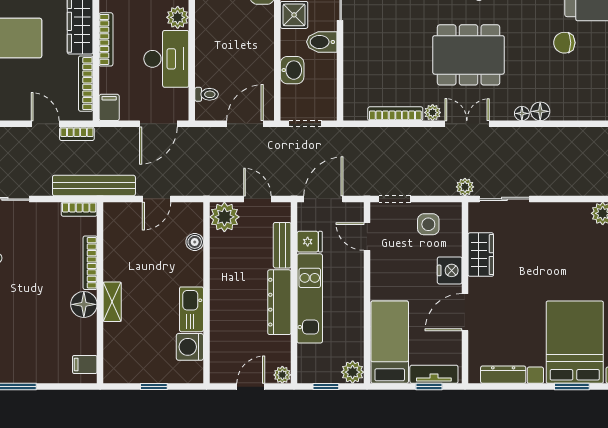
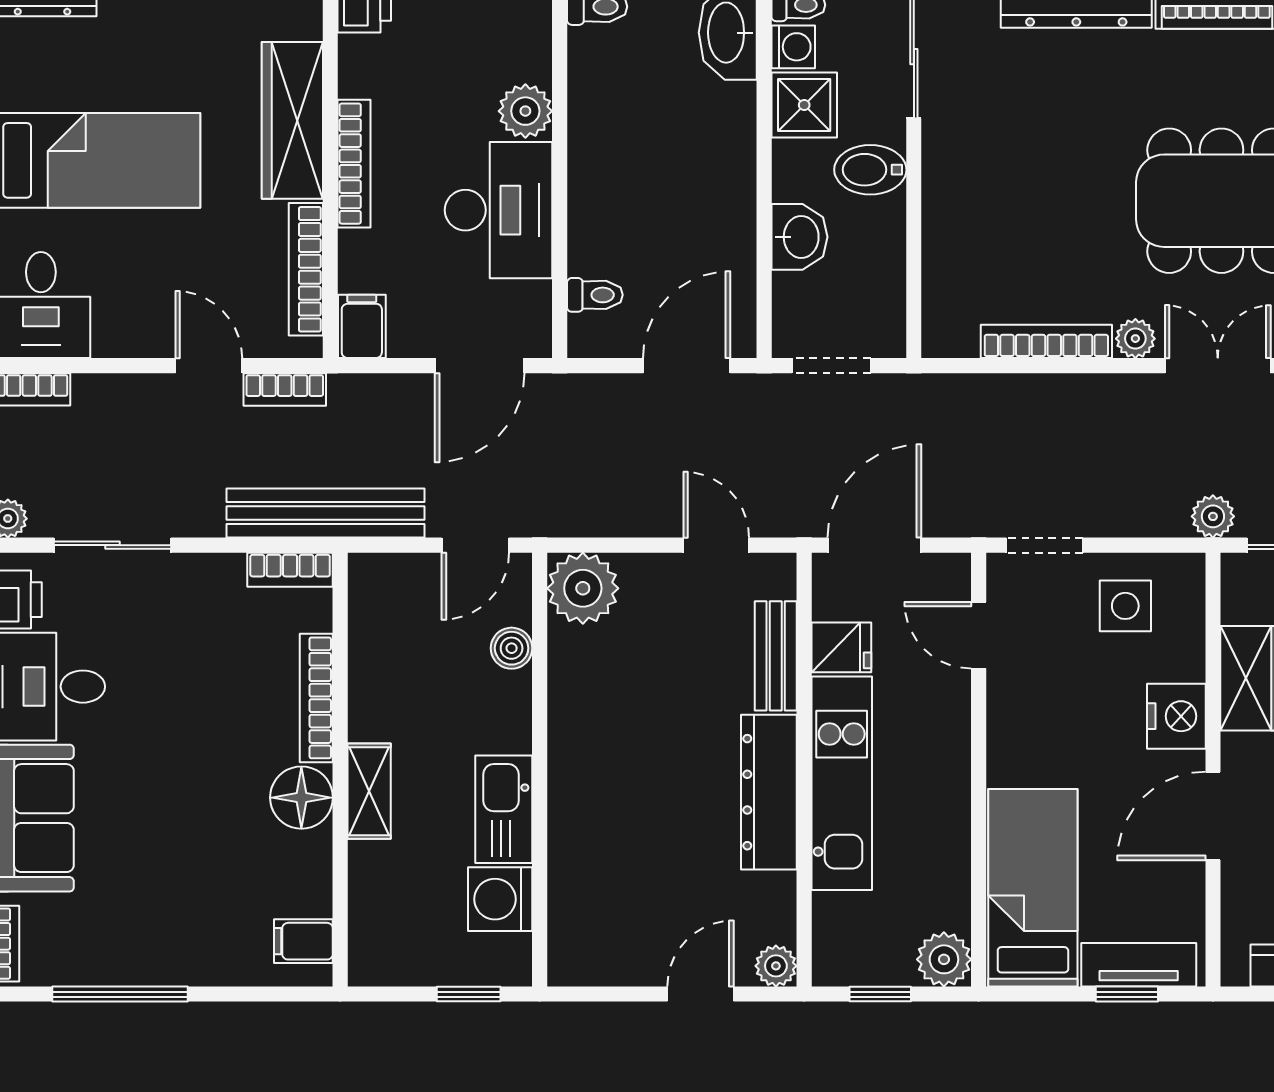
plant: (224, 217) -> (583, 588), moved
boiler: (195, 242) -> (512, 648), moved
wall: (206, 293) -> (540, 770), moved
kitchen sink: (191, 309) -> (504, 809), moved
washing machine: (190, 347) -> (500, 899), moved

